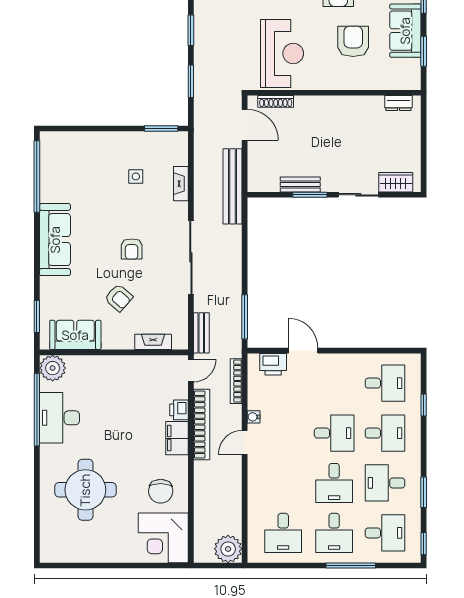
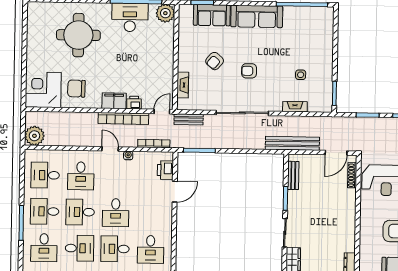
bench: (300, 184) -> (293, 175), moved
sofa: (75, 335) -> (212, 15), moved, turned 90
door: (191, 371) -> (162, 112), swing flipped
desk: (385, 433) -> (115, 249), turned 90
desk: (283, 483) -> (81, 176), added
desk: (385, 483) -> (79, 248), turned 90

